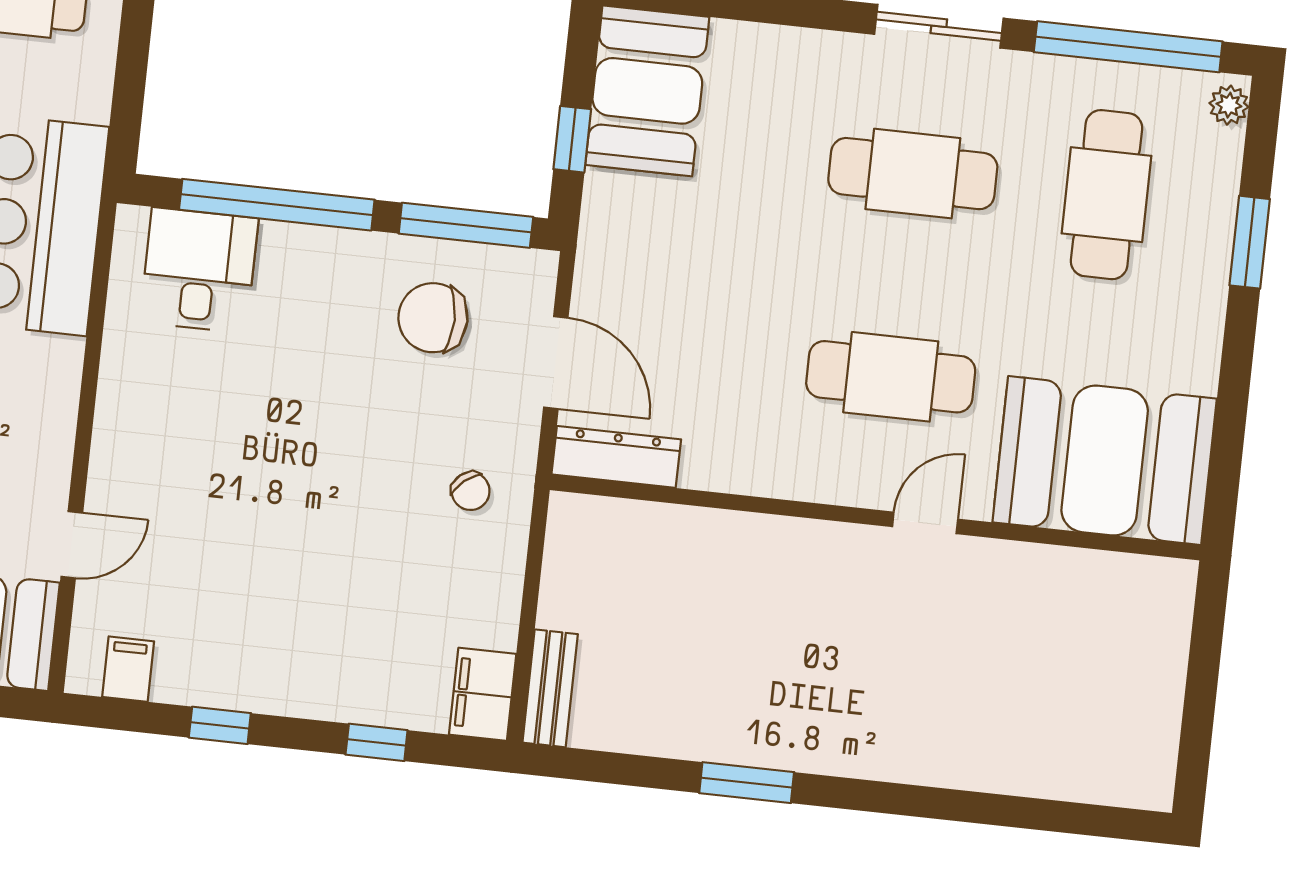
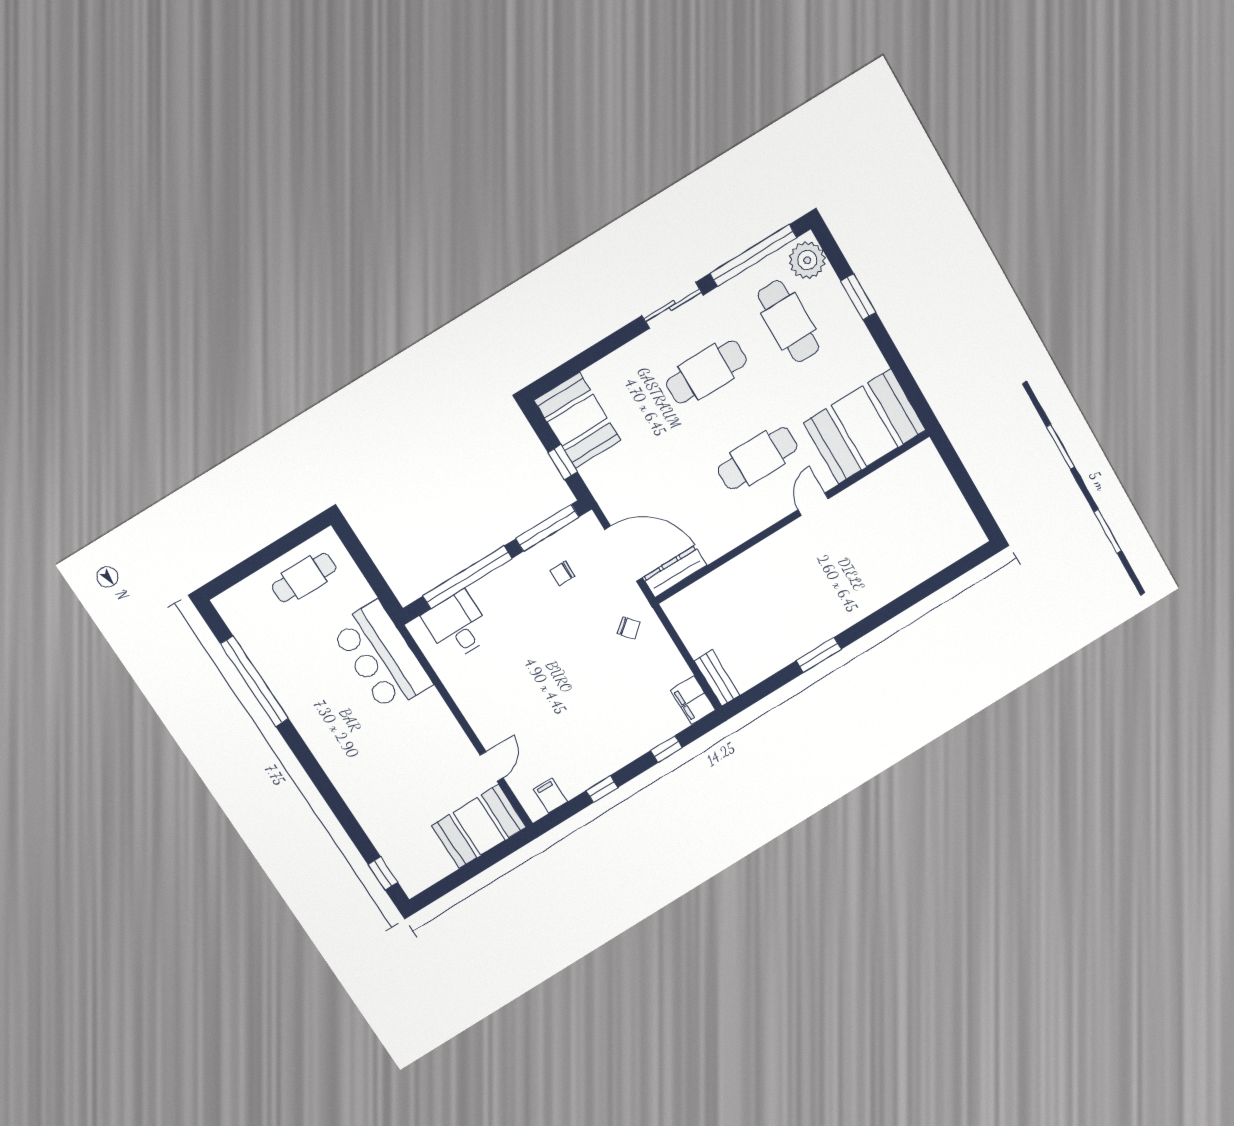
plant: (1229, 105) -> (807, 260), width x1.87, depth x1.87
chair: (433, 318) -> (562, 573), width x0.54, depth x0.54
door: (556, 363) -> (624, 554), width x1.36

